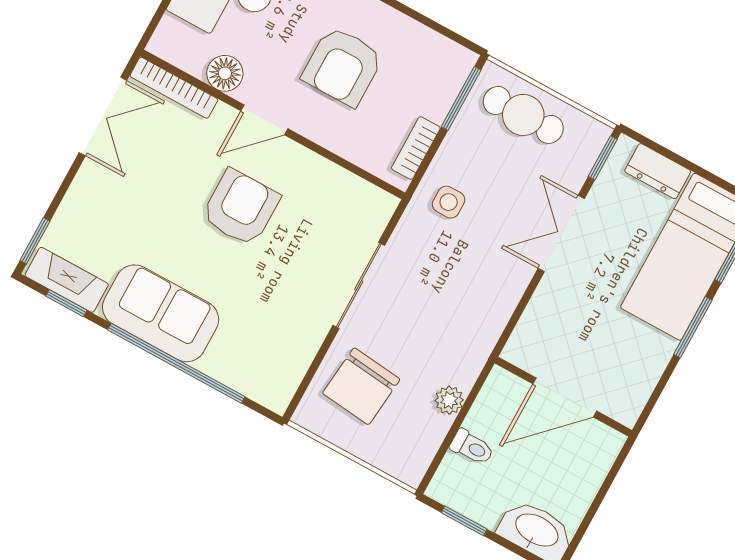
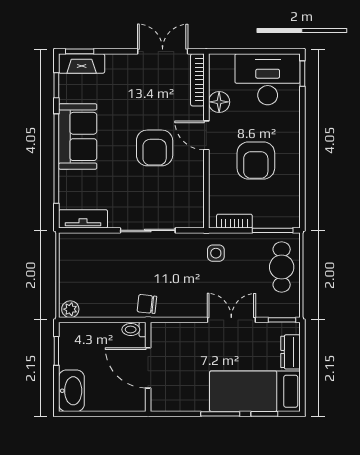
armchair: (343, 66) -> (256, 161), turned -90
double door: (103, 116) -> (163, 51), swing flipped
armchair: (241, 208) -> (155, 148), turned 90
fireplace: (67, 280) -> (82, 64), moved, turned 90
tv unit: (288, 373) -> (83, 219), added
chair: (361, 386) -> (147, 304), moved, width x0.54, depth x0.54
plant: (449, 400) -> (70, 309), moved
toilet: (472, 447) -> (134, 329), moved, turned 90

